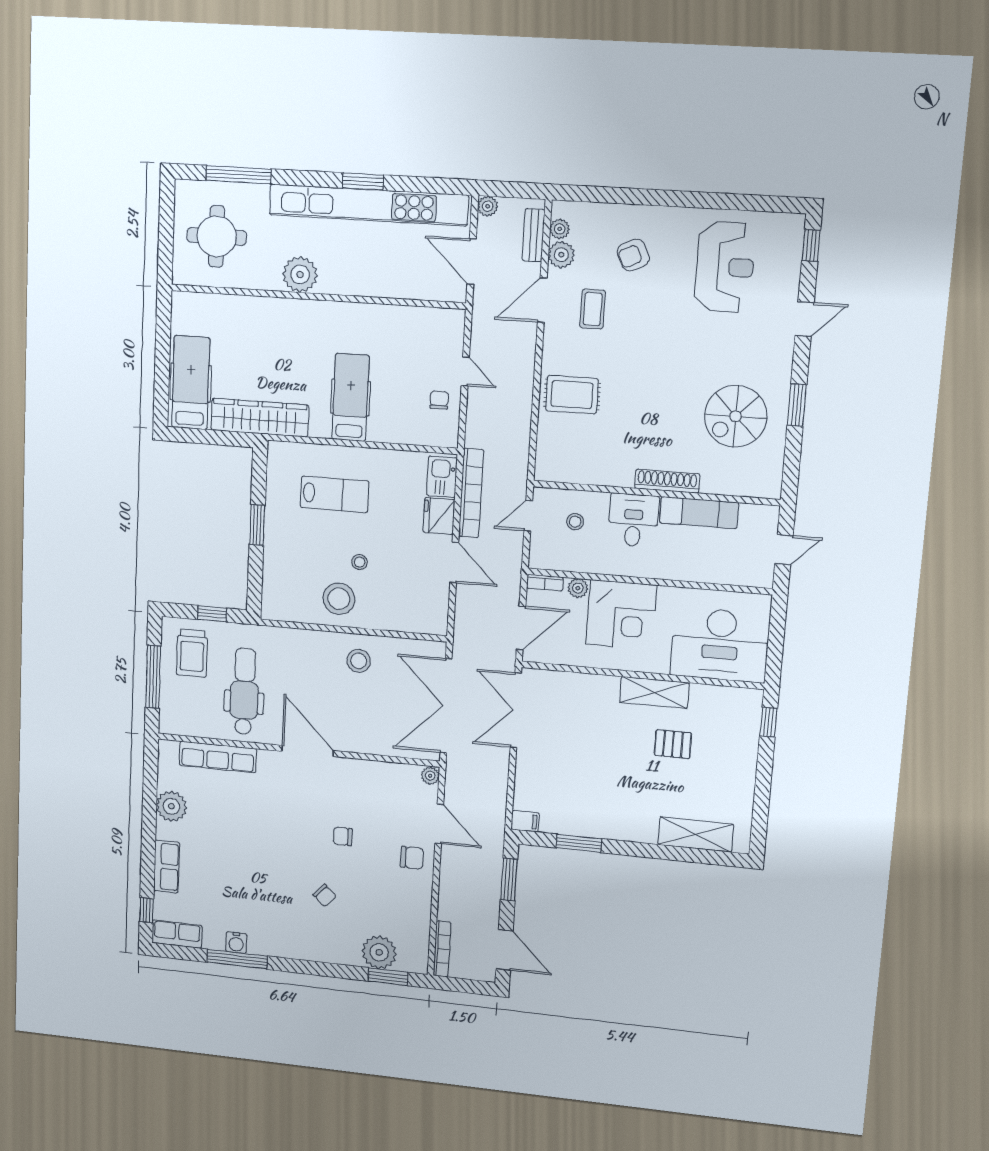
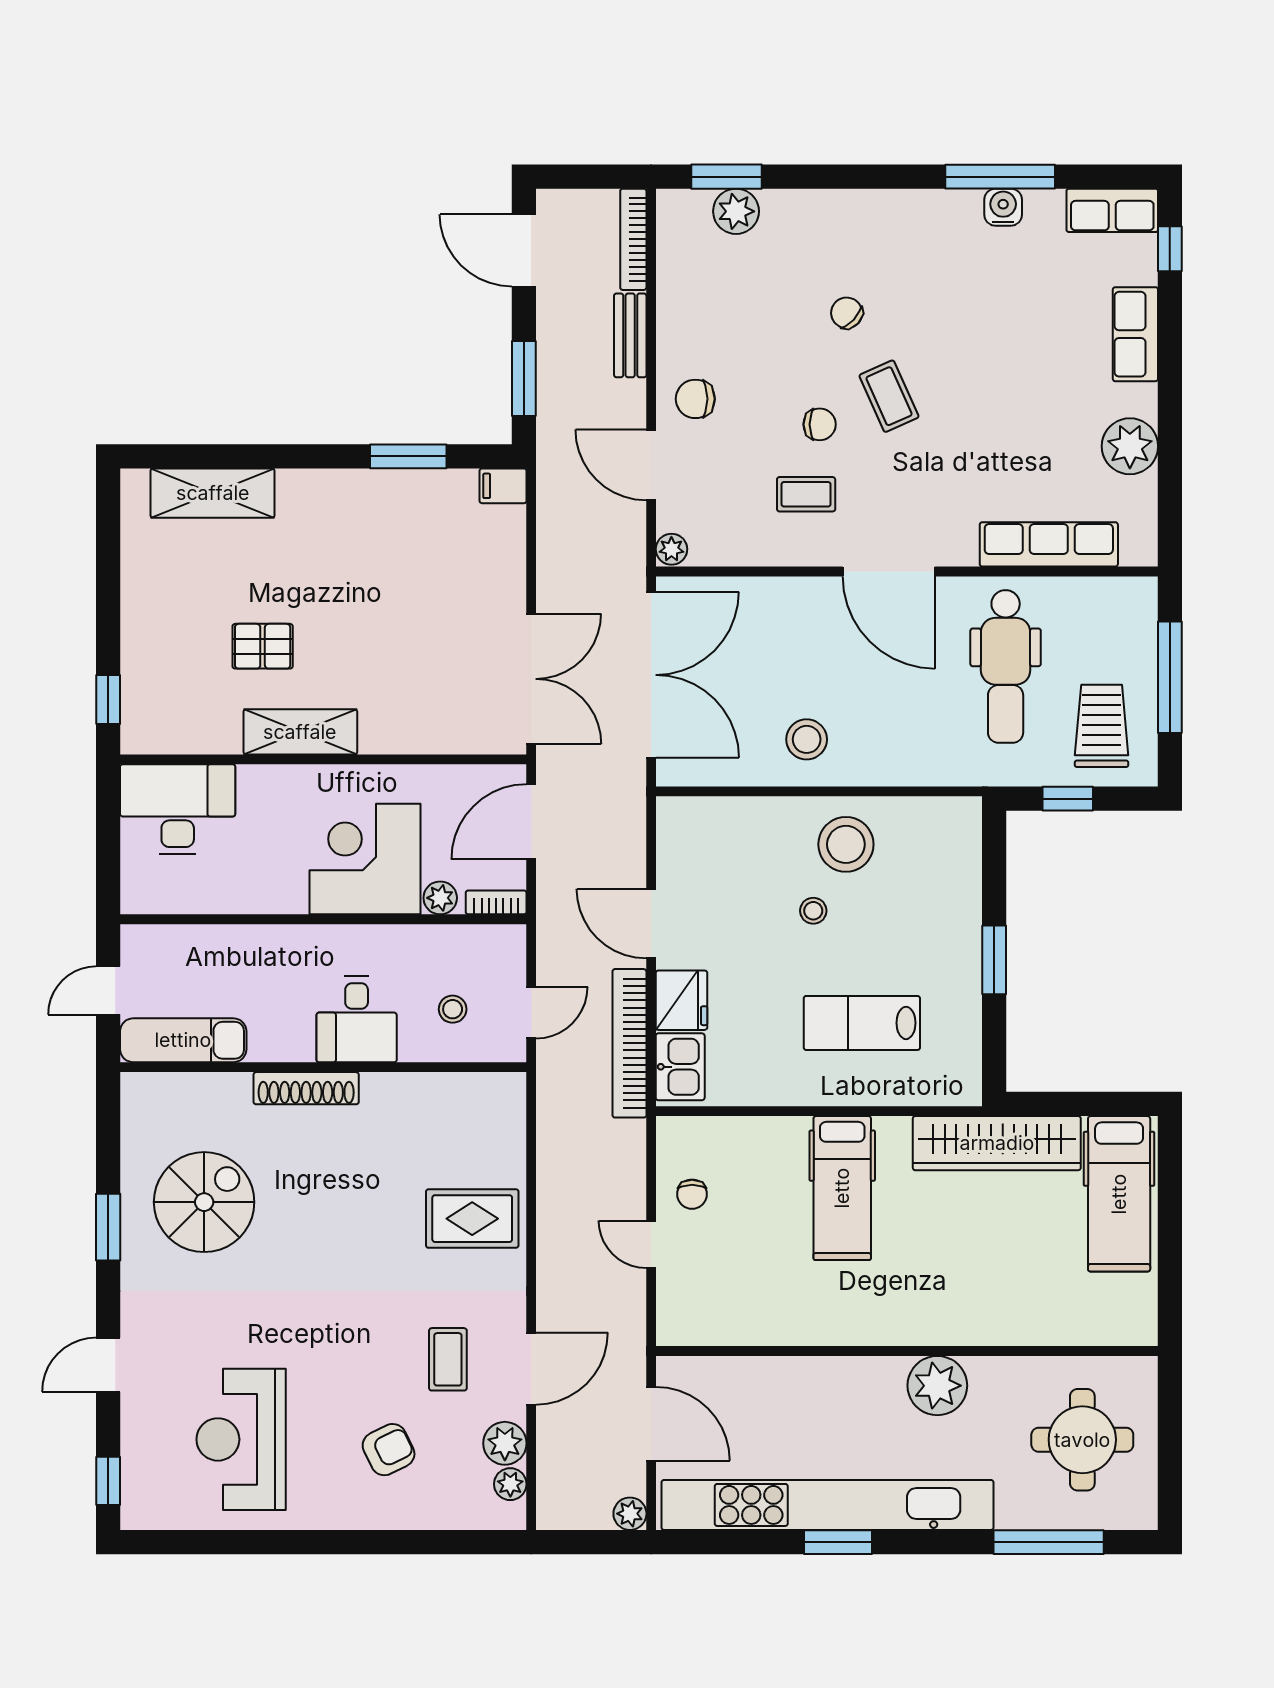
bench: (534, 235) -> (630, 335), moved
exam couch: (699, 513) -> (183, 1040), moved
desk: (720, 645) -> (178, 809), width x0.73, depth x0.77
coffee table: (352, 799) -> (806, 494), added
coffee table: (303, 848) -> (889, 396), added
plant: (379, 952) -> (736, 211), width x0.73, depth x0.73

